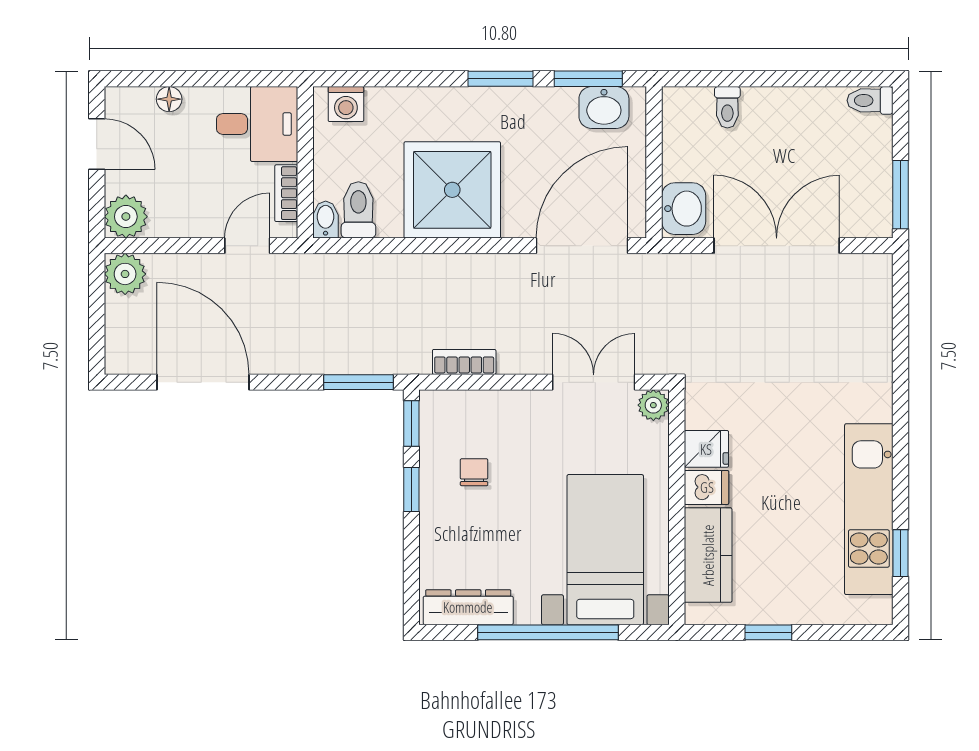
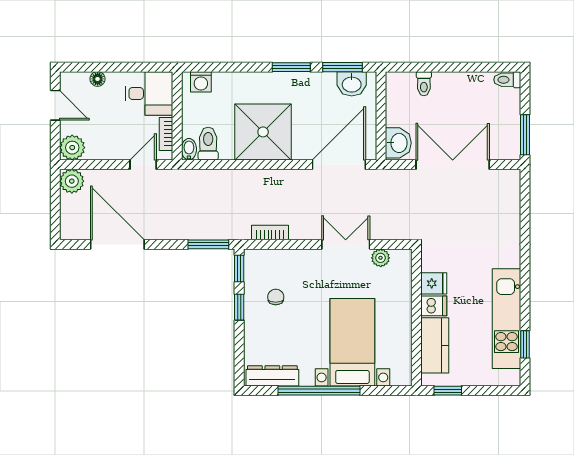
fridge: (706, 449) -> (434, 283), moved
dishwasher: (707, 487) -> (434, 306), moved
wall: (677, 507) -> (416, 317), moved
kitchen counter: (708, 555) -> (435, 345), moved

